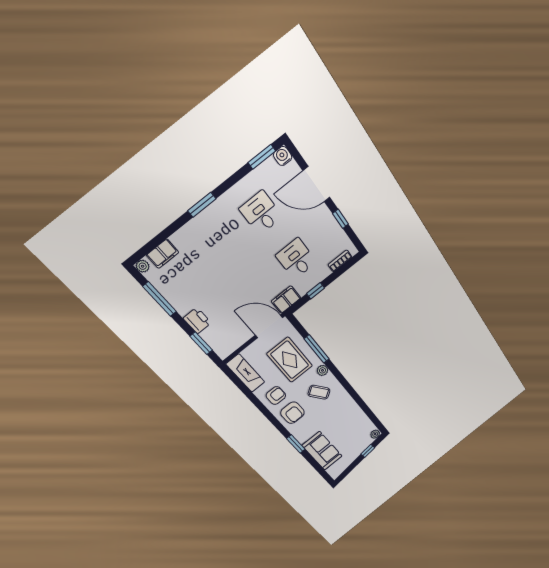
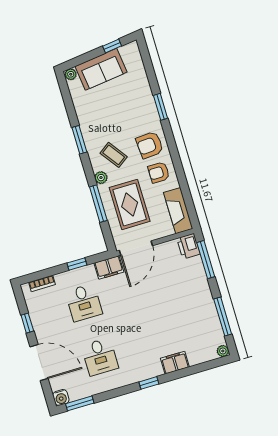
window: (202, 205) -> (149, 383), width x0.67
filing cabinet: (163, 254) -> (175, 363), moved
printer: (197, 321) -> (189, 246), moved
door: (269, 326) -> (136, 248), hinge flipped
window: (201, 343) -> (206, 260), width x1.44
window: (351, 391) -> (79, 140), added
armchair: (292, 413) -> (150, 145), turned -94
sofa: (322, 451) -> (101, 69), moved, turned -97
window: (368, 451) -> (112, 46), moved

